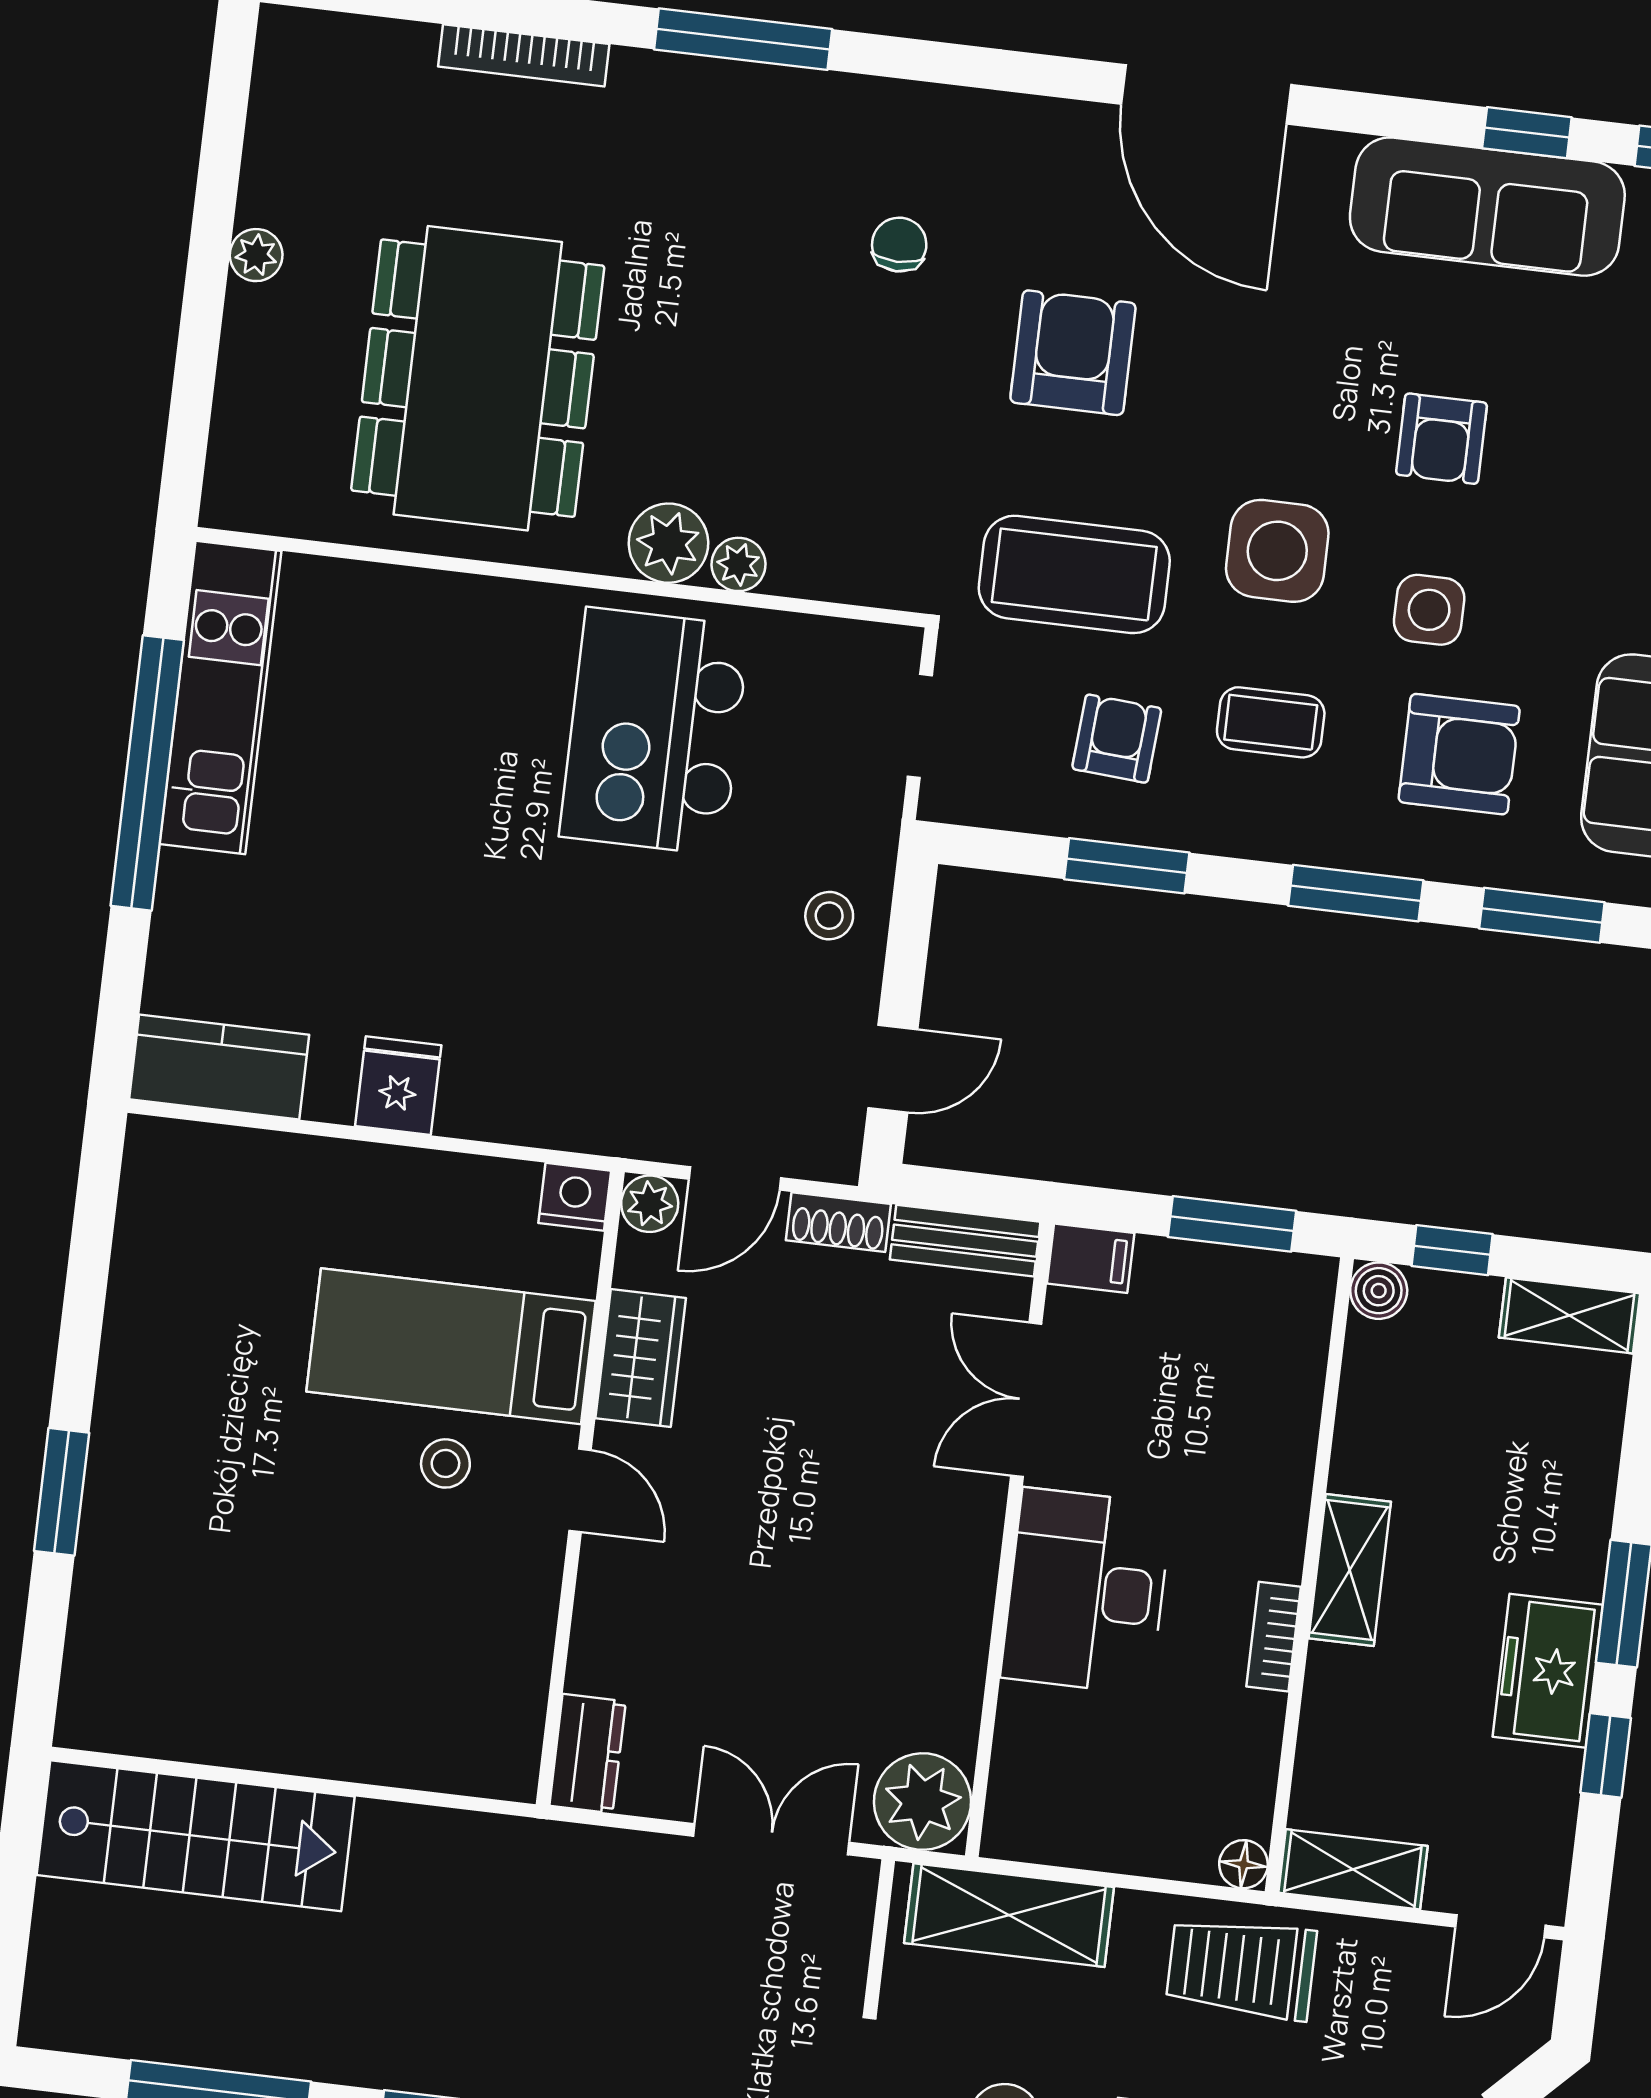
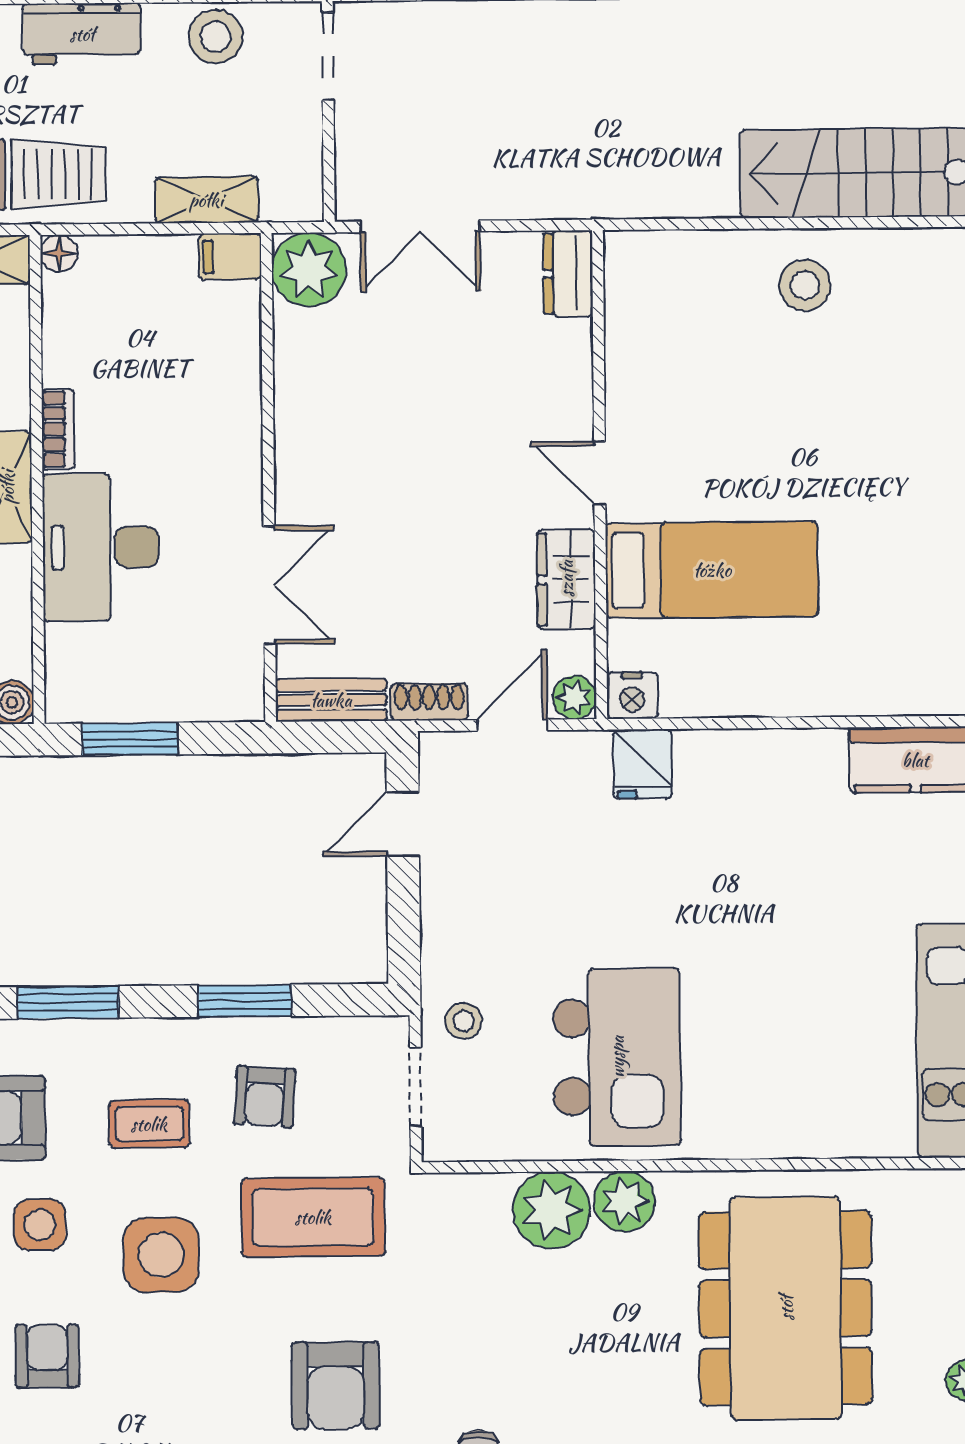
plant: (738, 564) -> (551, 1210), width x1.88, depth x1.88
stool: (829, 916) -> (464, 1021), moved
fridge: (398, 1086) -> (642, 764), moved
filing cabinet: (1091, 1258) -> (230, 257), moved
stool: (445, 1463) -> (805, 285), moved, width x1.37, depth x1.37
desk: (1086, 1591) -> (101, 547), moved, turned 180
shelving: (1009, 1915) -> (206, 200), width x0.67, depth x0.75

